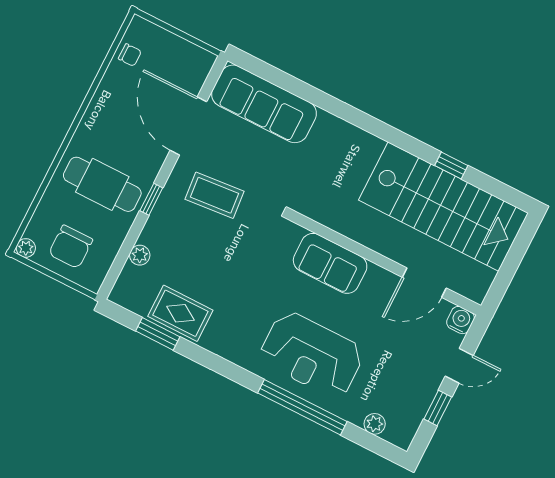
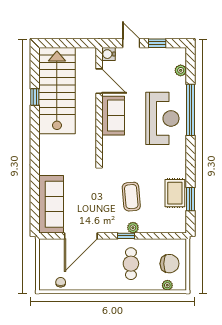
cafe table: (102, 184) -> (131, 264), width x0.73, depth x0.74
coffee table: (215, 195) -> (131, 197), moved
plant: (26, 248) -> (167, 285), moved
plant: (140, 255) -> (133, 228), moved
sofa: (330, 263) -> (113, 116), moved

